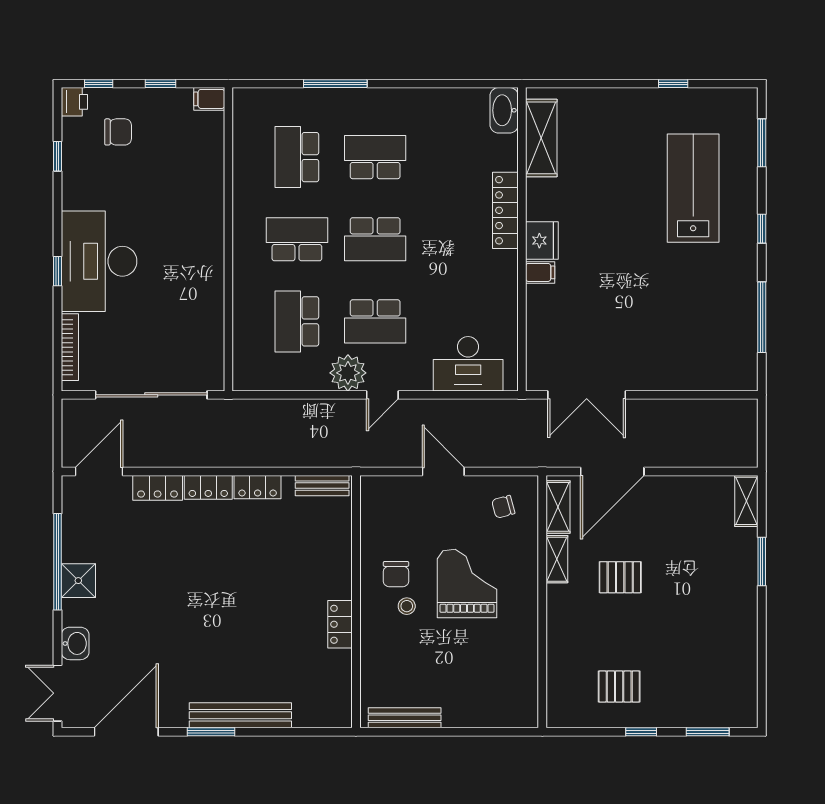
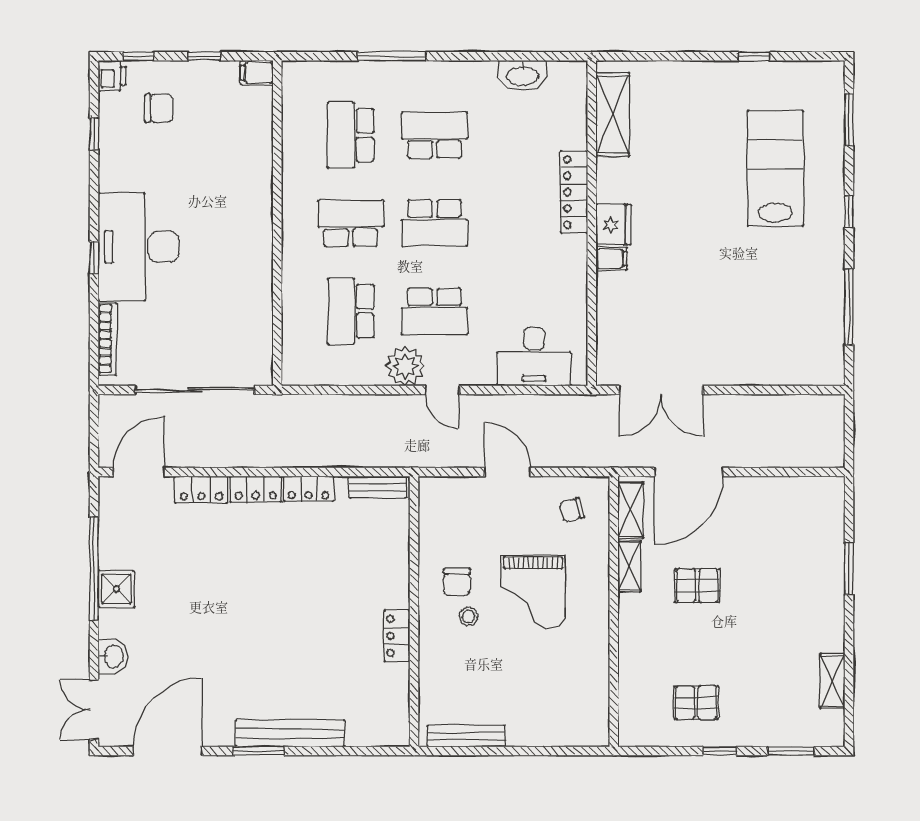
washbasin: (504, 110) -> (523, 75), moved, turned -90
door: (382, 395) -> (442, 390), hinge flipped
shelving: (746, 501) -> (832, 681), moved
grand piano: (467, 584) -> (533, 592), turned 180

